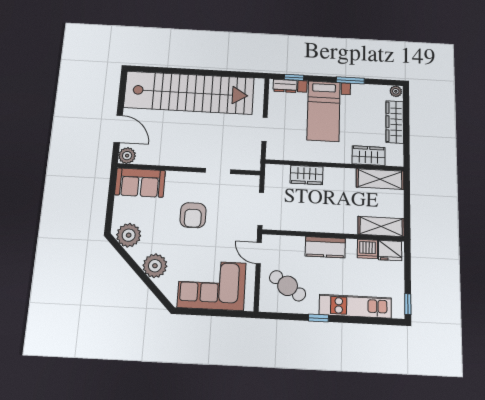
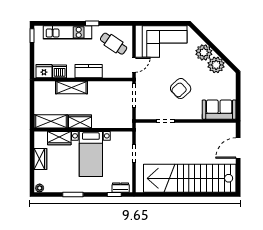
bed with nightstands: (324, 111) -> (91, 154), moved, turned 180
wardrobe: (395, 122) -> (40, 159), width x0.67
door: (118, 129) -> (238, 148), hinge flipped
plant: (127, 156) -> (230, 129), removed
wardrobe: (307, 175) -> (80, 121), moved
armchair: (193, 215) -> (181, 88), turned -133
shelving: (381, 226) -> (71, 88), moved
plant: (129, 235) -> (216, 65), moved
door: (259, 253) -> (134, 65), hinge flipped

